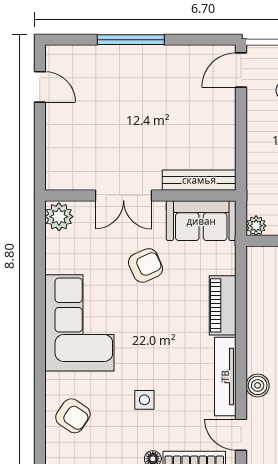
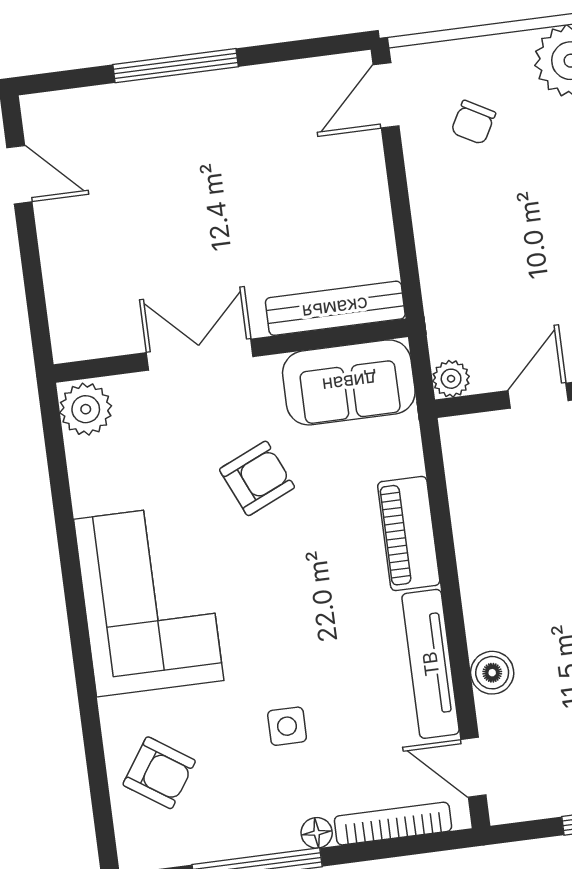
double door: (124, 195) -> (200, 355), swing flipped

